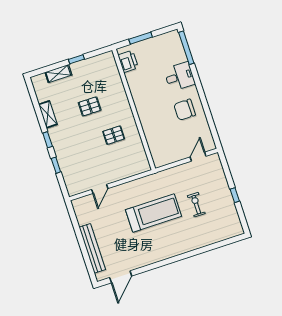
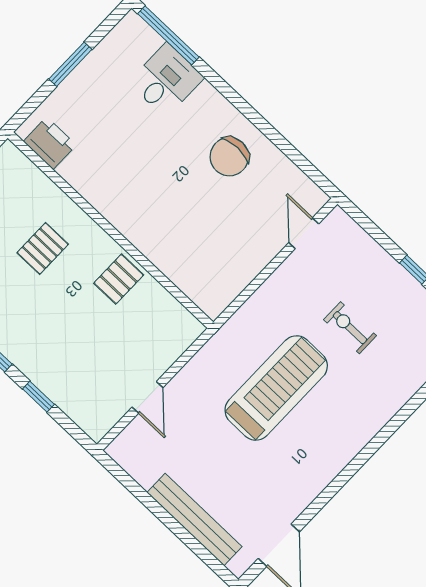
printer: (128, 61) -> (50, 143), moved
desk: (179, 77) -> (166, 80), moved
wall: (134, 109) -> (110, 230), moved

